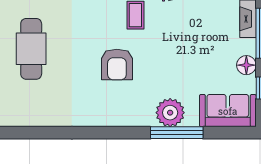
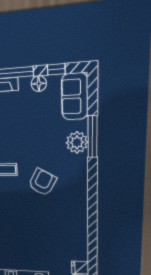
cafe table: (31, 49) -> (34, 239), removed
armchair: (117, 64) -> (42, 182), turned -61

